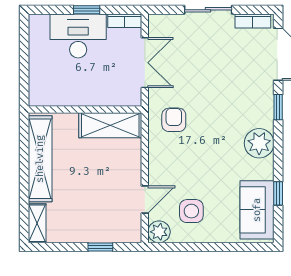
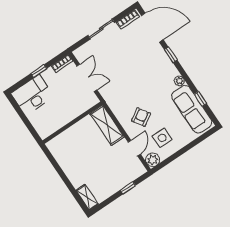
desk: (78, 36) -> (32, 95), moved
armchair: (174, 120) -> (141, 117), moved, turned 57
shelving: (110, 125) -> (107, 125), moved, turned 90
plant: (259, 143) -> (179, 81), width x0.53, depth x0.53
shelving: (40, 159) -> (66, 163), removed
sofa: (257, 210) -> (192, 109), width x1.36

